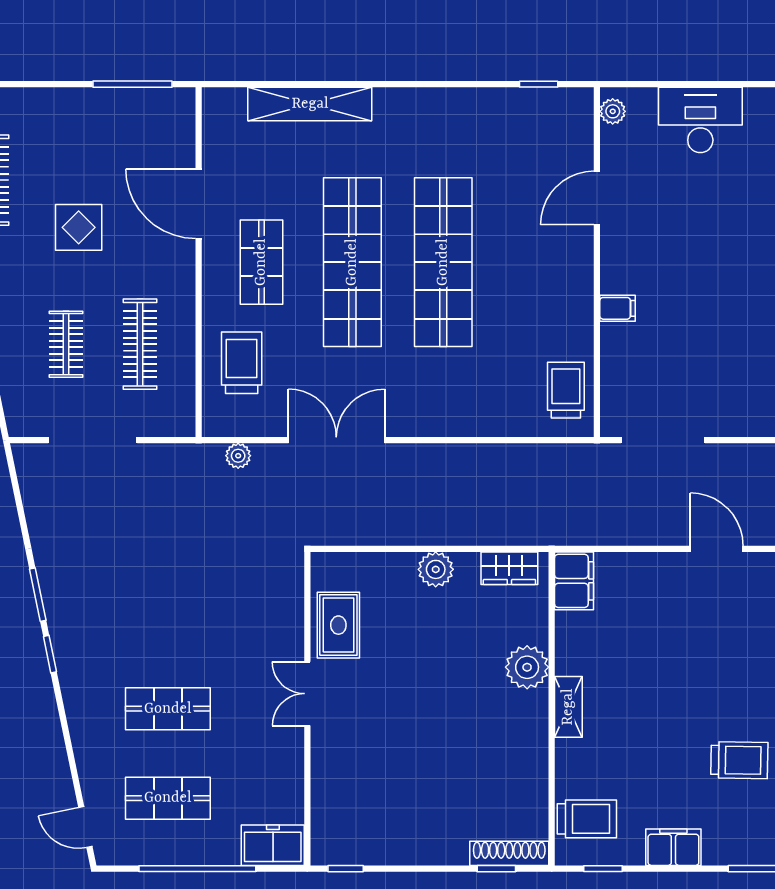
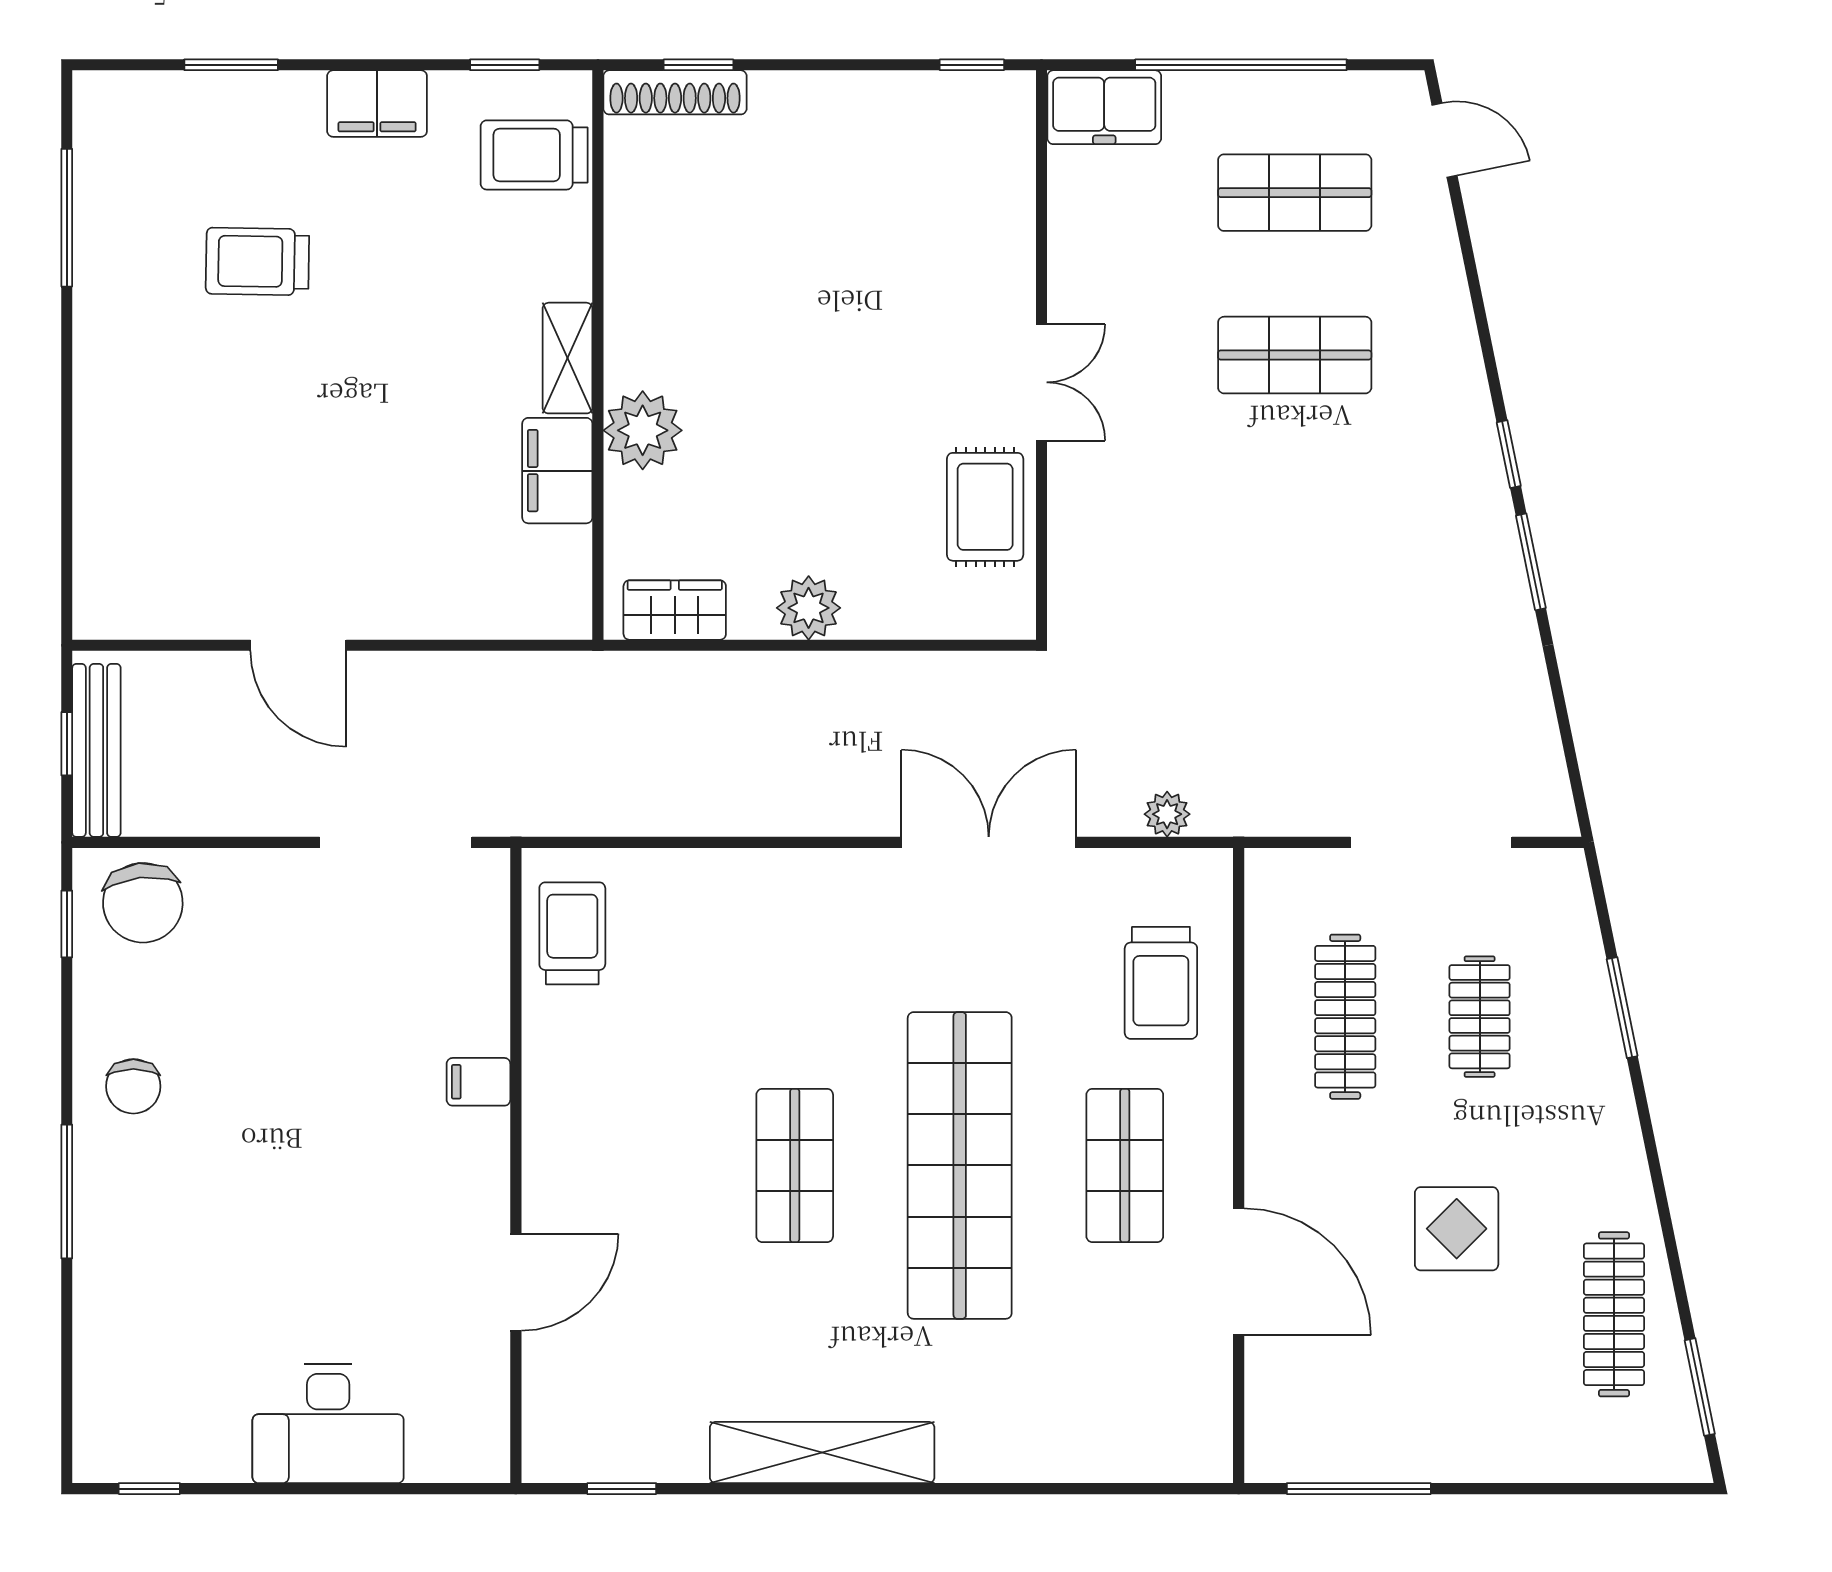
shelving: (310, 104) -> (822, 1452), moved
plant: (613, 111) -> (487, 1439), removed
shop shelf: (443, 262) -> (795, 1165), width x0.50, depth x0.74
trolley: (566, 390) -> (572, 933), turned 180
double door: (336, 440) -> (989, 842), swing flipped
filing cabinet: (574, 581) -> (557, 471), moved

